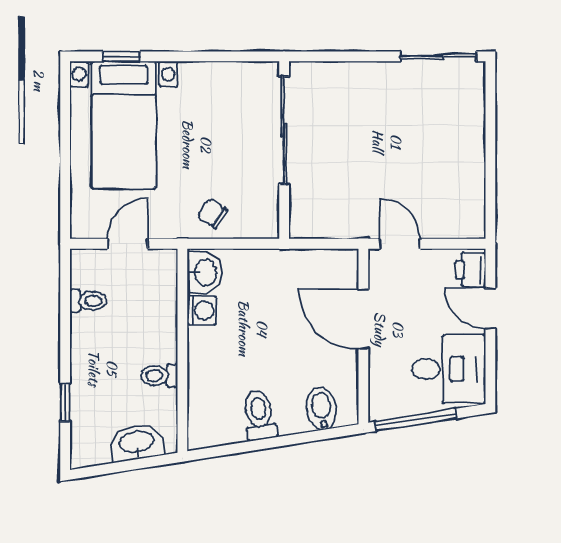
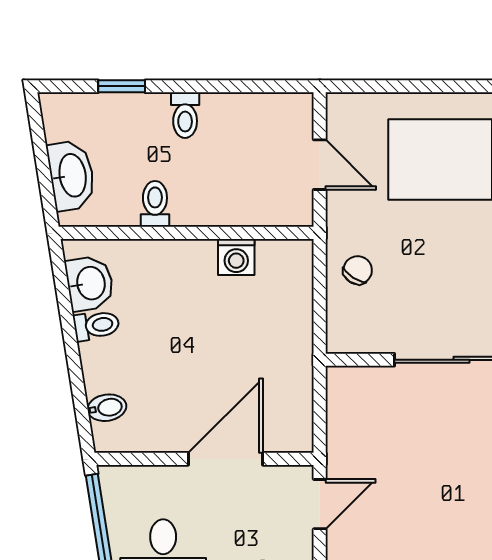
washbasin: (205, 273) -> (90, 283), moved, turned -99
toilet: (88, 301) -> (185, 115), moved
bidet: (322, 409) -> (107, 408), width x0.72, depth x0.74
toilet: (259, 415) -> (96, 325), width x0.73, depth x0.72

